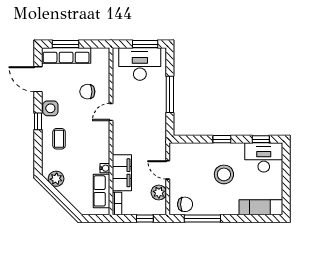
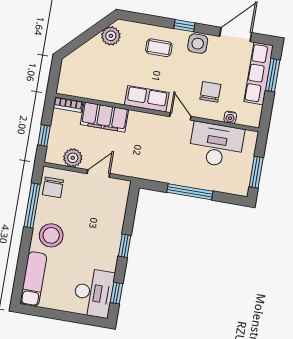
desk: (140, 64) -> (216, 145), moved, turned -90
water cooler: (105, 168) -> (230, 117), moved
stool: (224, 174) -> (51, 235), moved
row of seats: (102, 191) -> (147, 99), moved

